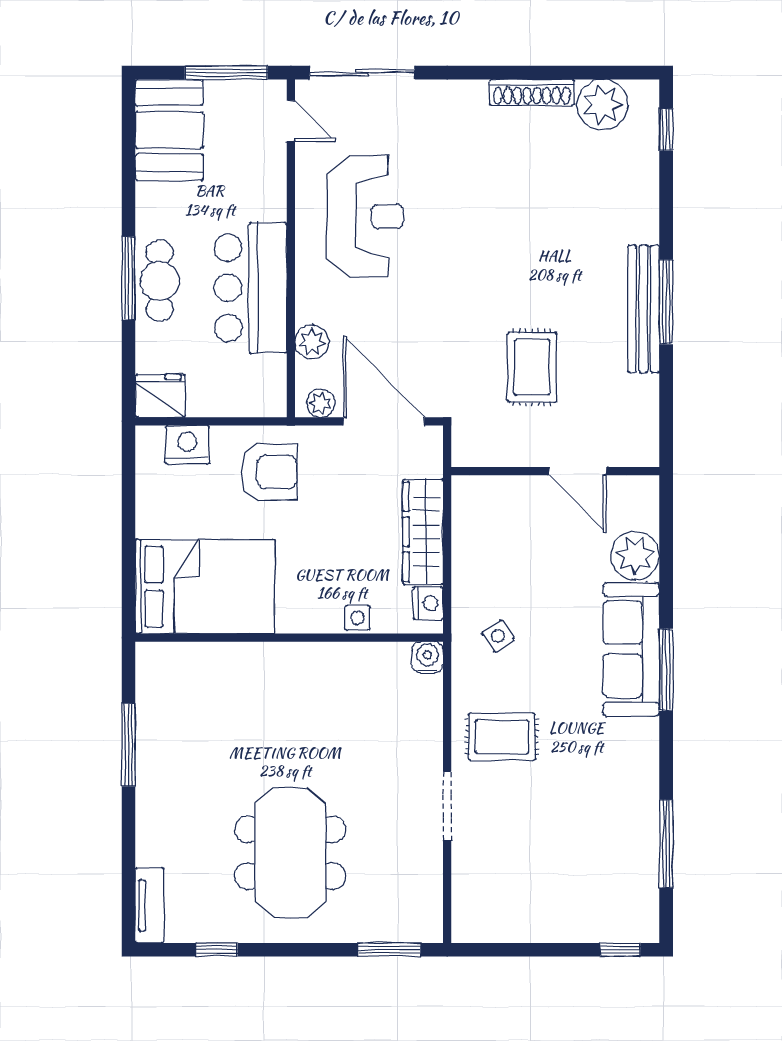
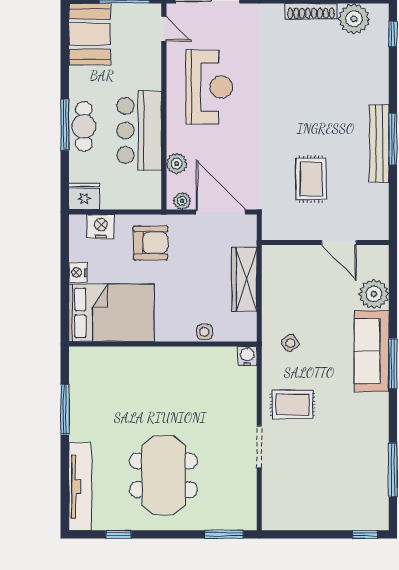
nightstand: (428, 603) -> (78, 273), moved, turned 180
tv unit: (149, 905) -> (80, 486), width x1.92, depth x1.29

